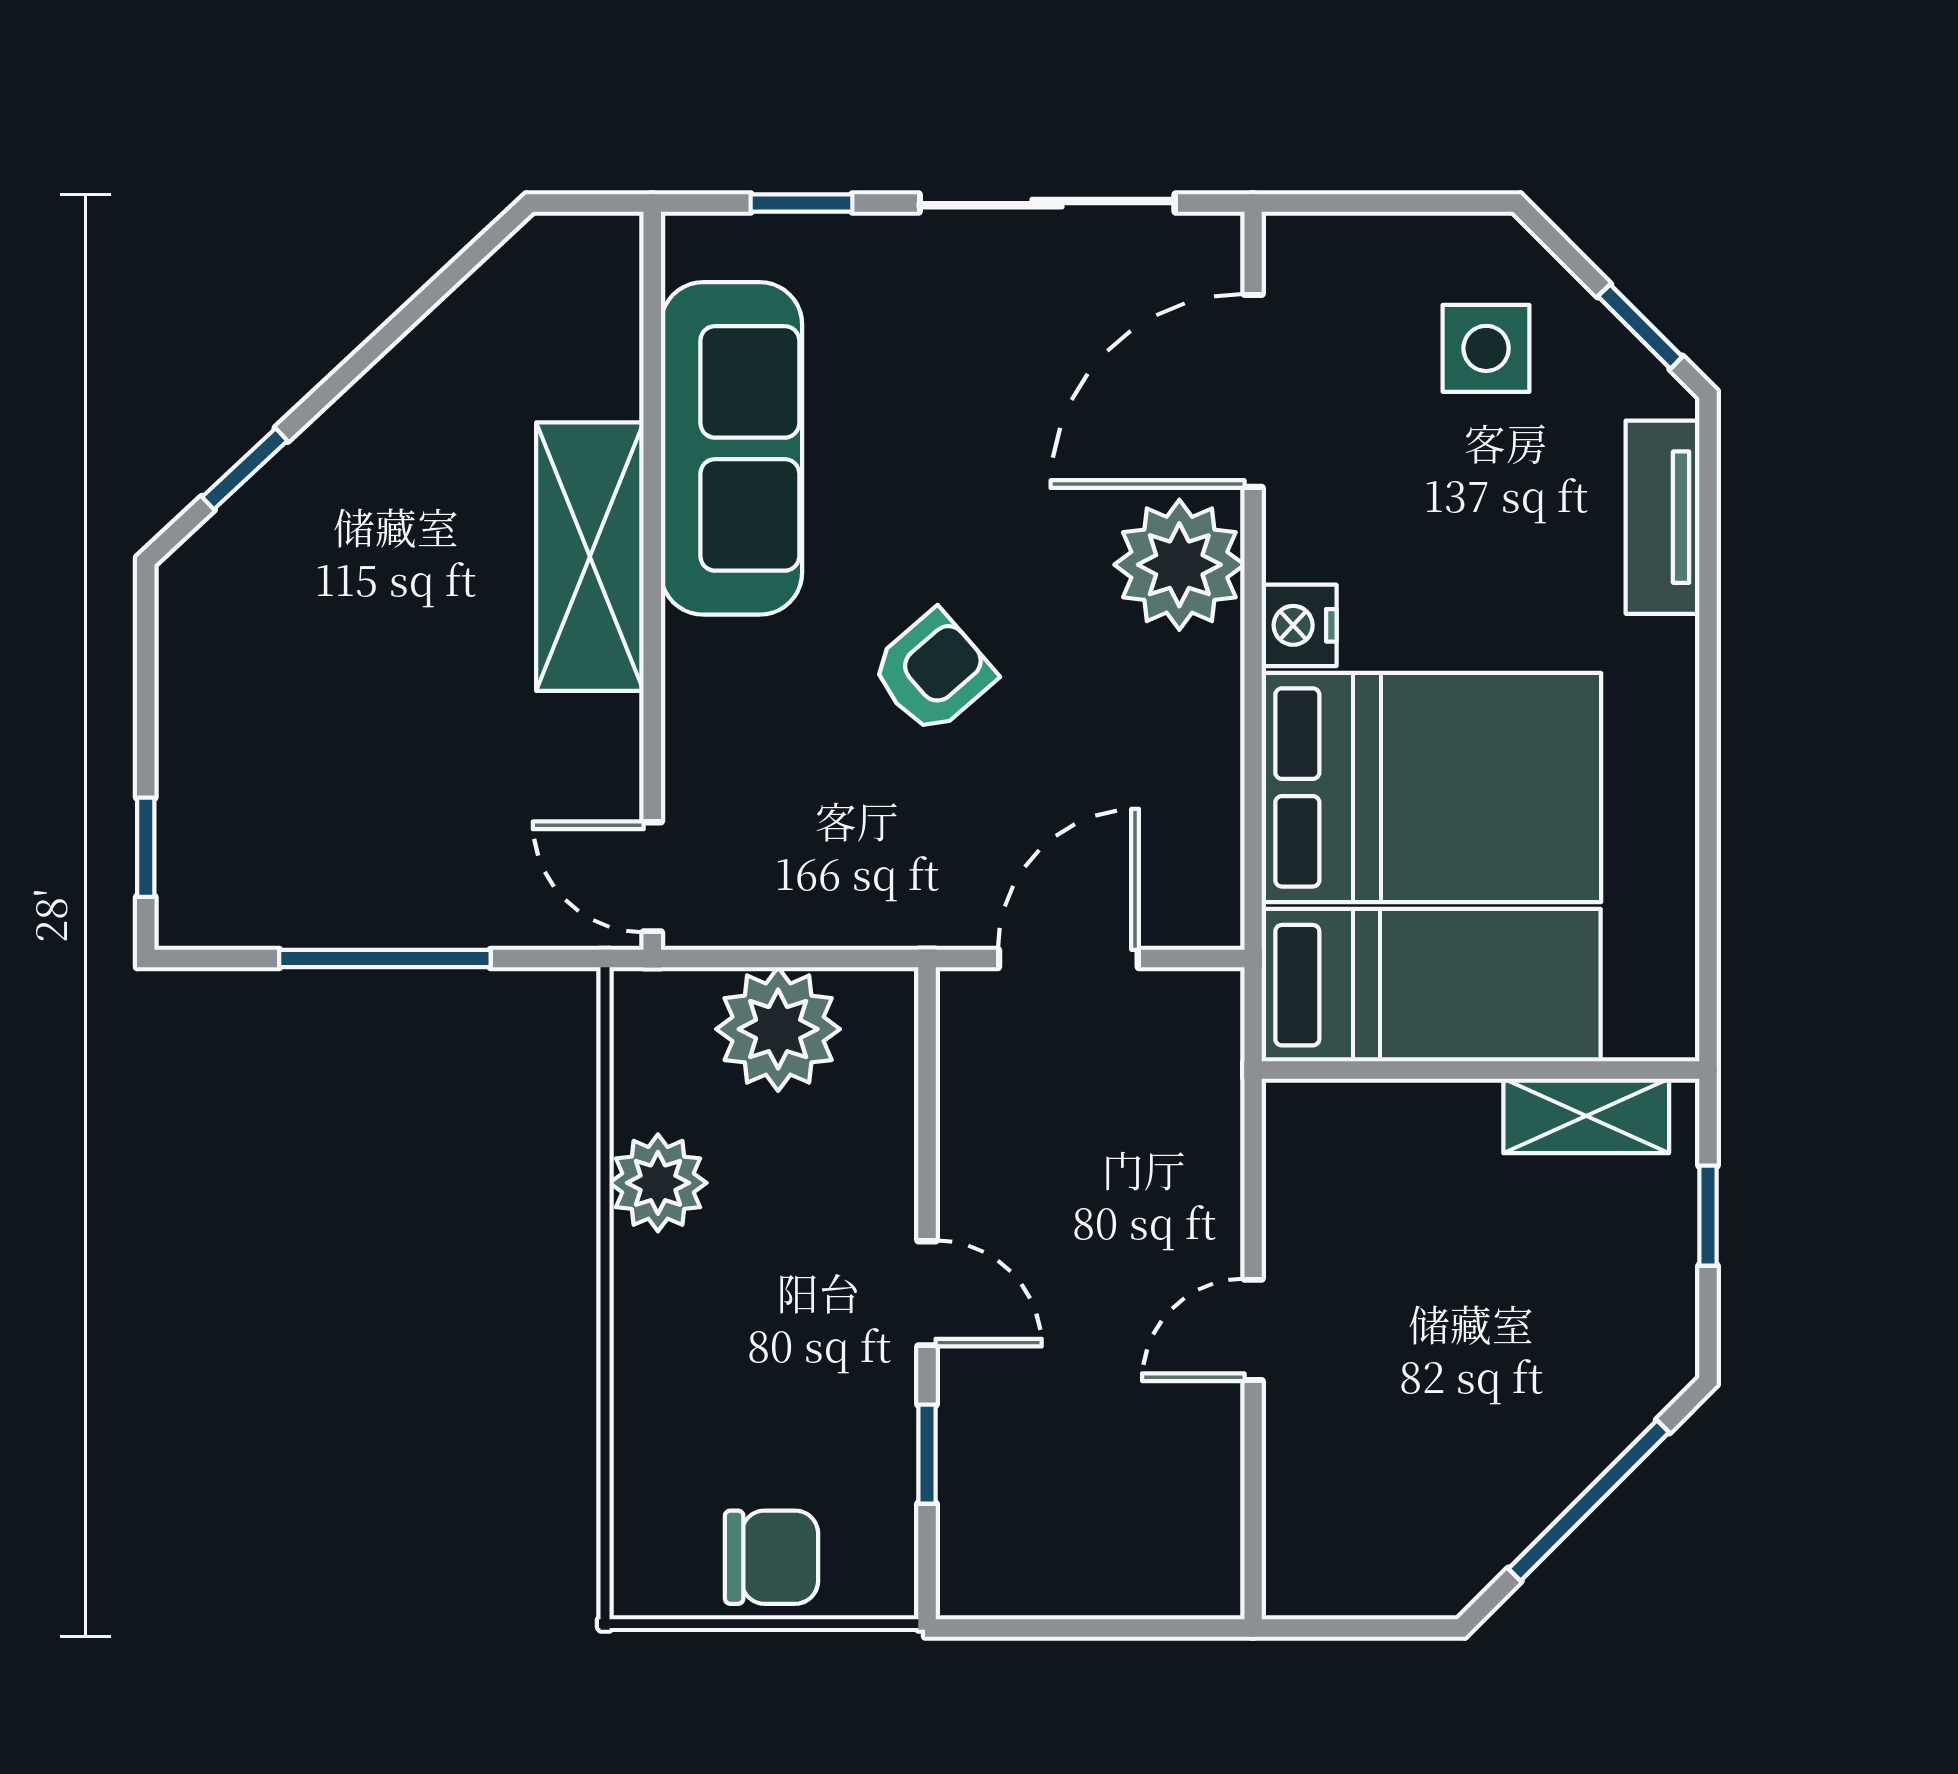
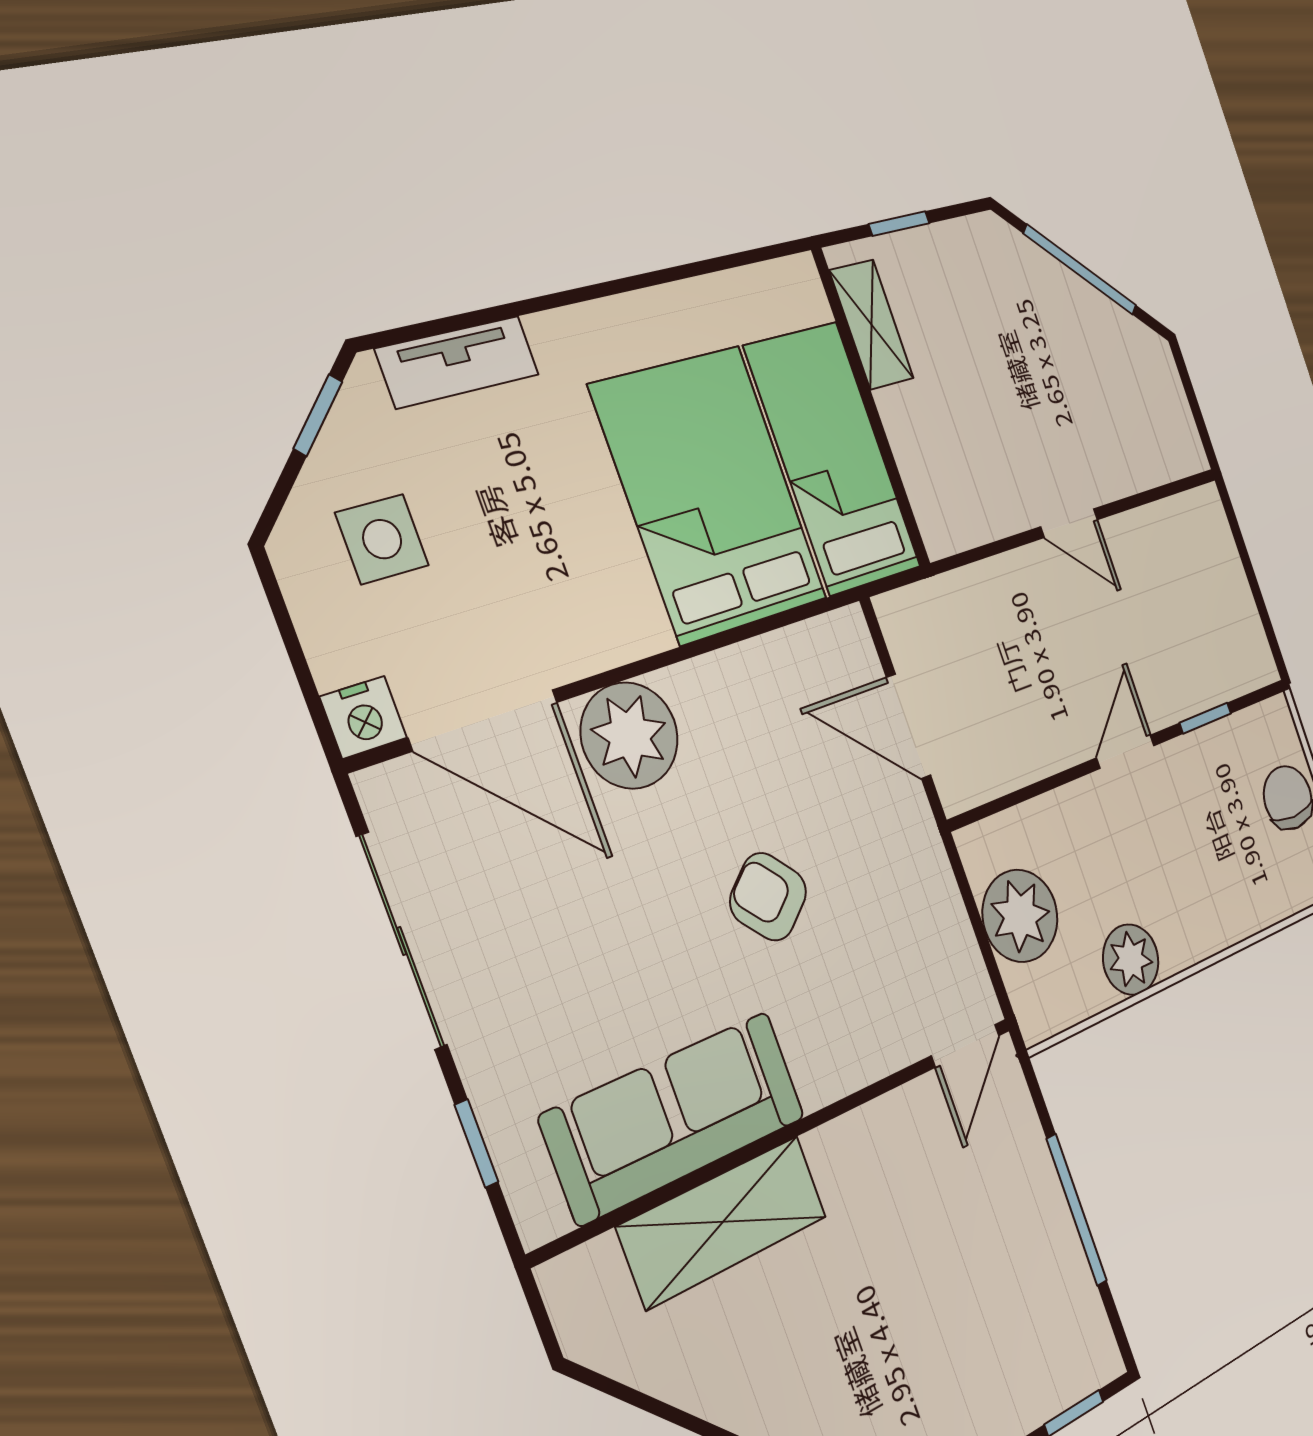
shelving: (590, 557) -> (723, 1222), moved
nightstand: (1299, 625) -> (363, 717), moved

